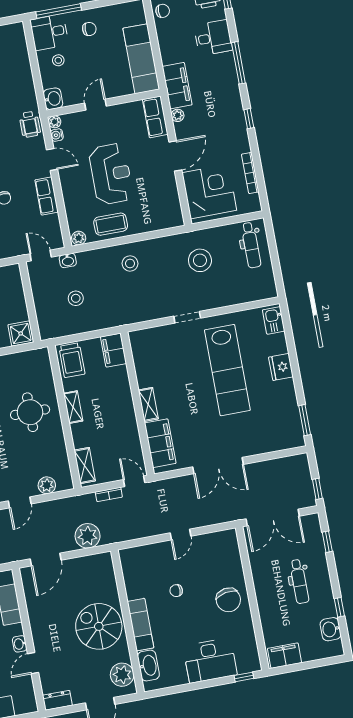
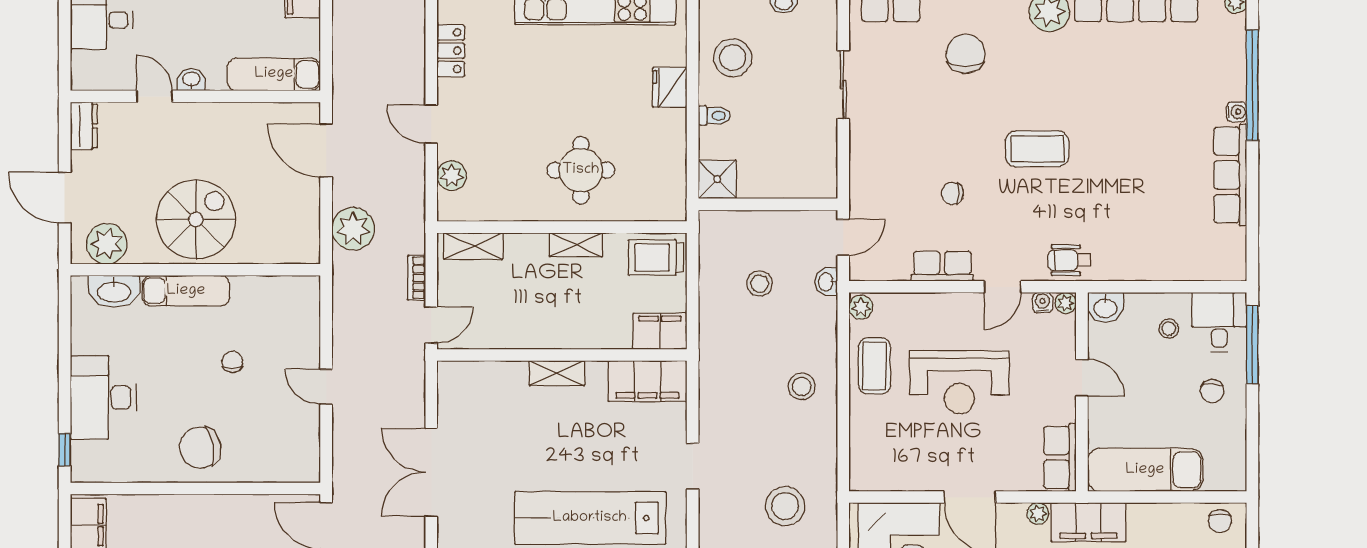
row of seats: (155, 117) -> (1060, 457), moved, turned -90
filing cabinet: (160, 443) -> (647, 381), moved

